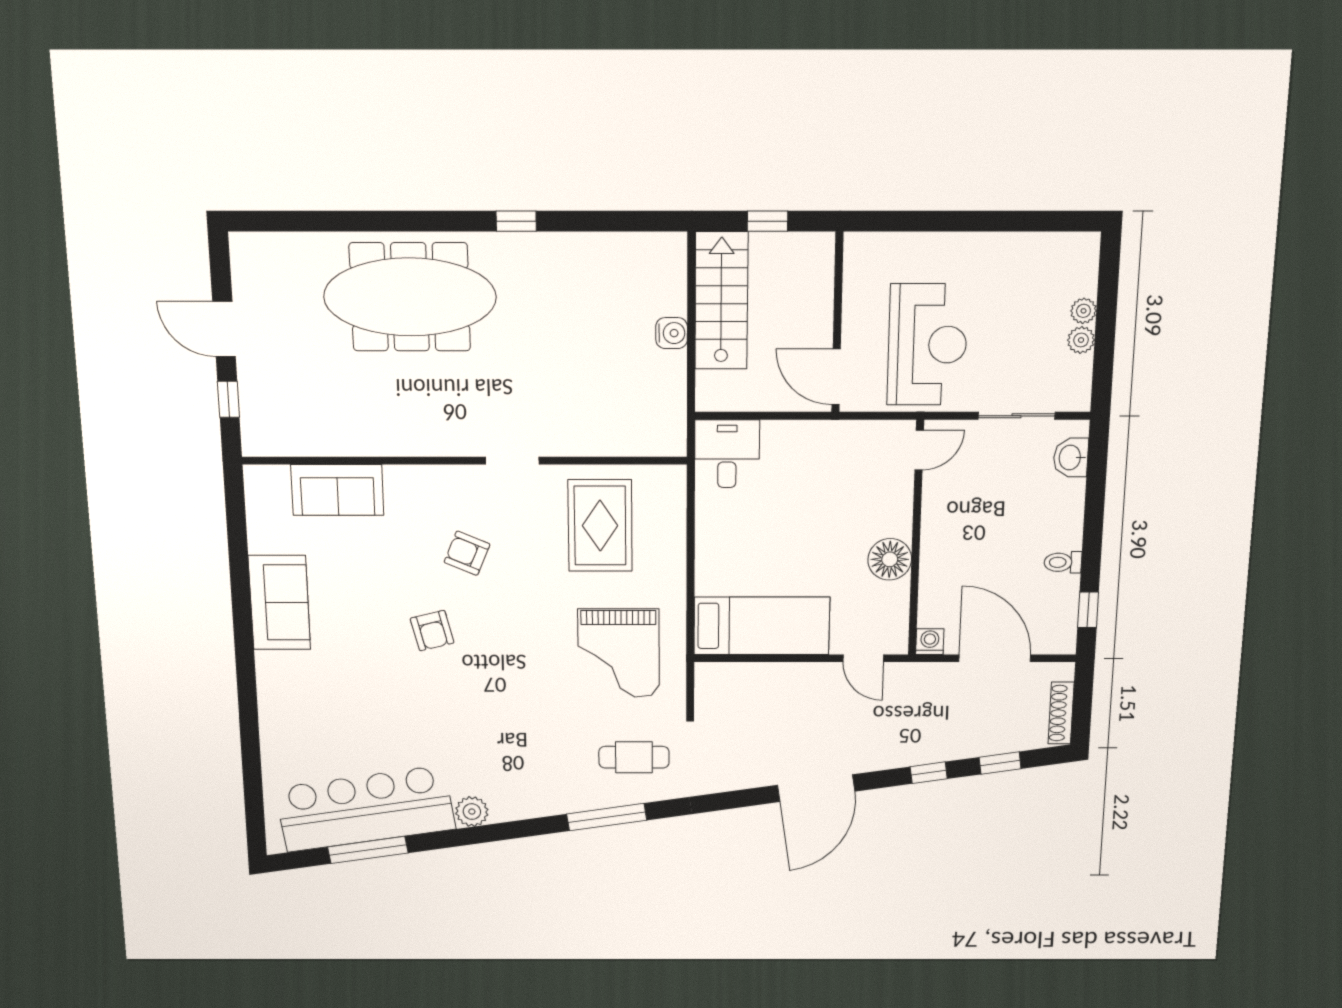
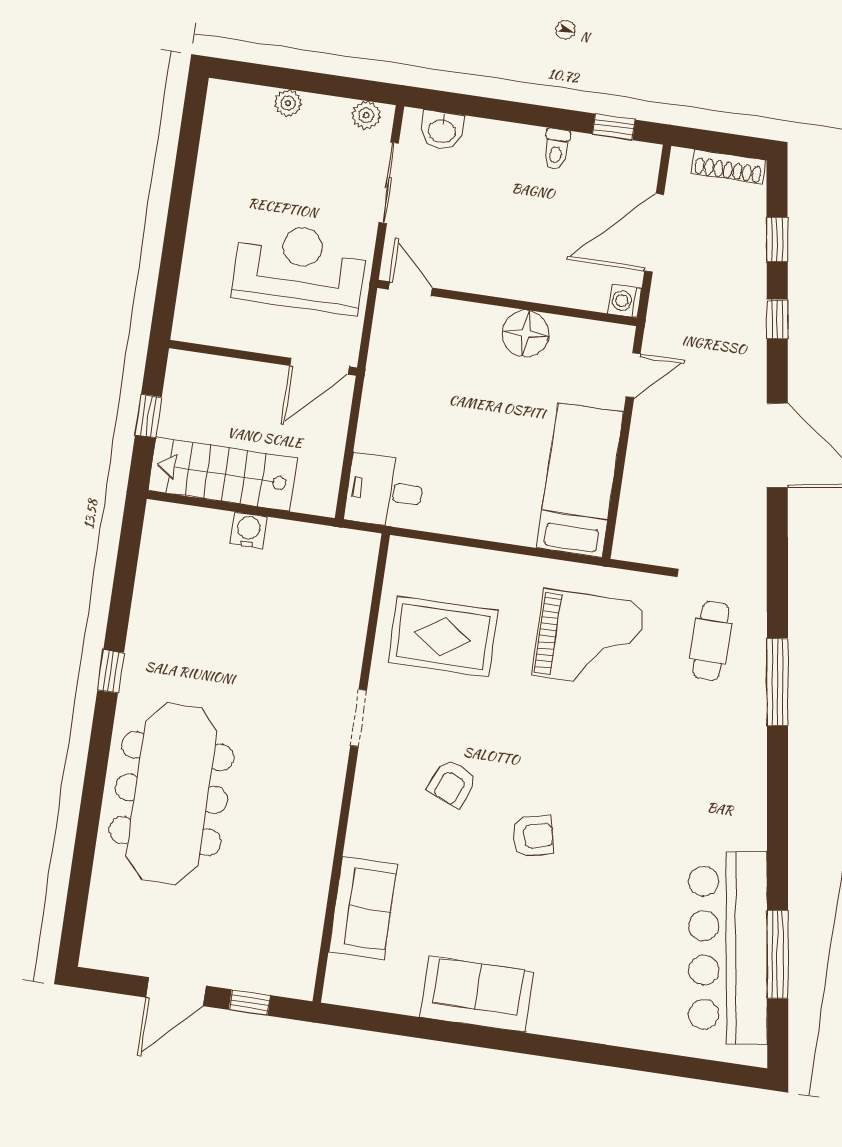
plant: (1081, 340) -> (366, 115), moved
plant: (472, 812) -> (749, 830), removed

